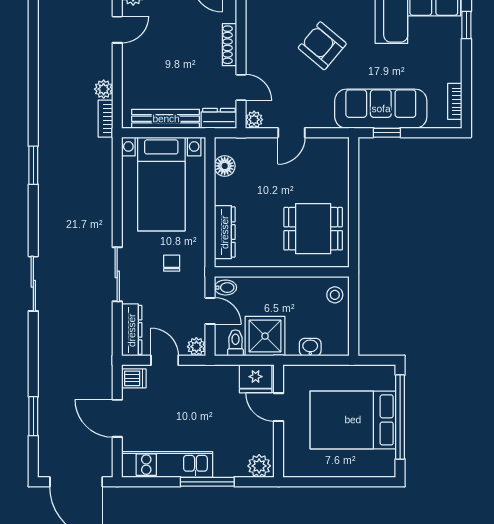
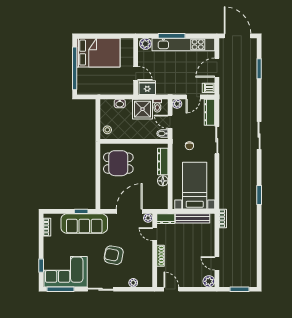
door: (117, 30) -> (217, 263), hinge flipped
armchair: (322, 46) -> (114, 255), turned 151
plant: (104, 89) -> (224, 233), removed
door: (291, 133) -> (129, 211), width x1.87
floor lamp: (225, 166) -> (163, 181), moved
door: (165, 360) -> (193, 97), hinge flipped
door: (117, 418) -> (217, 68), swing flipped
bed: (353, 420) -> (98, 53), moved
kitchen unit: (167, 465) -> (183, 44), width x1.36

